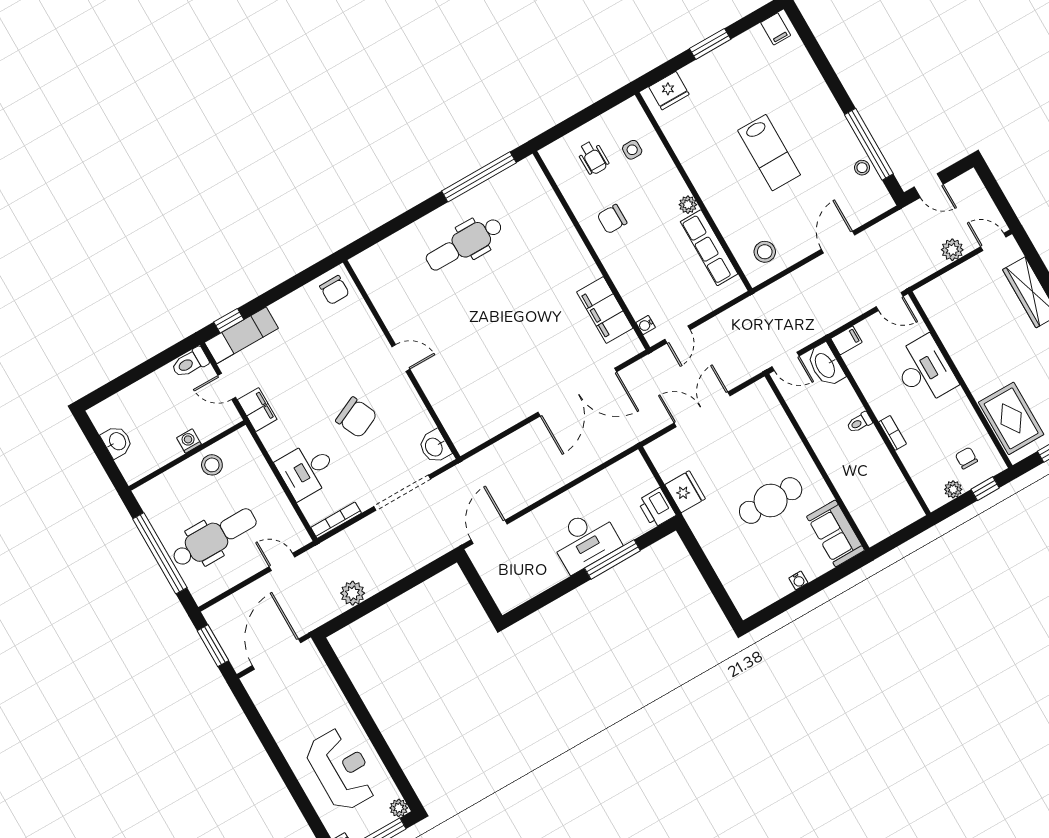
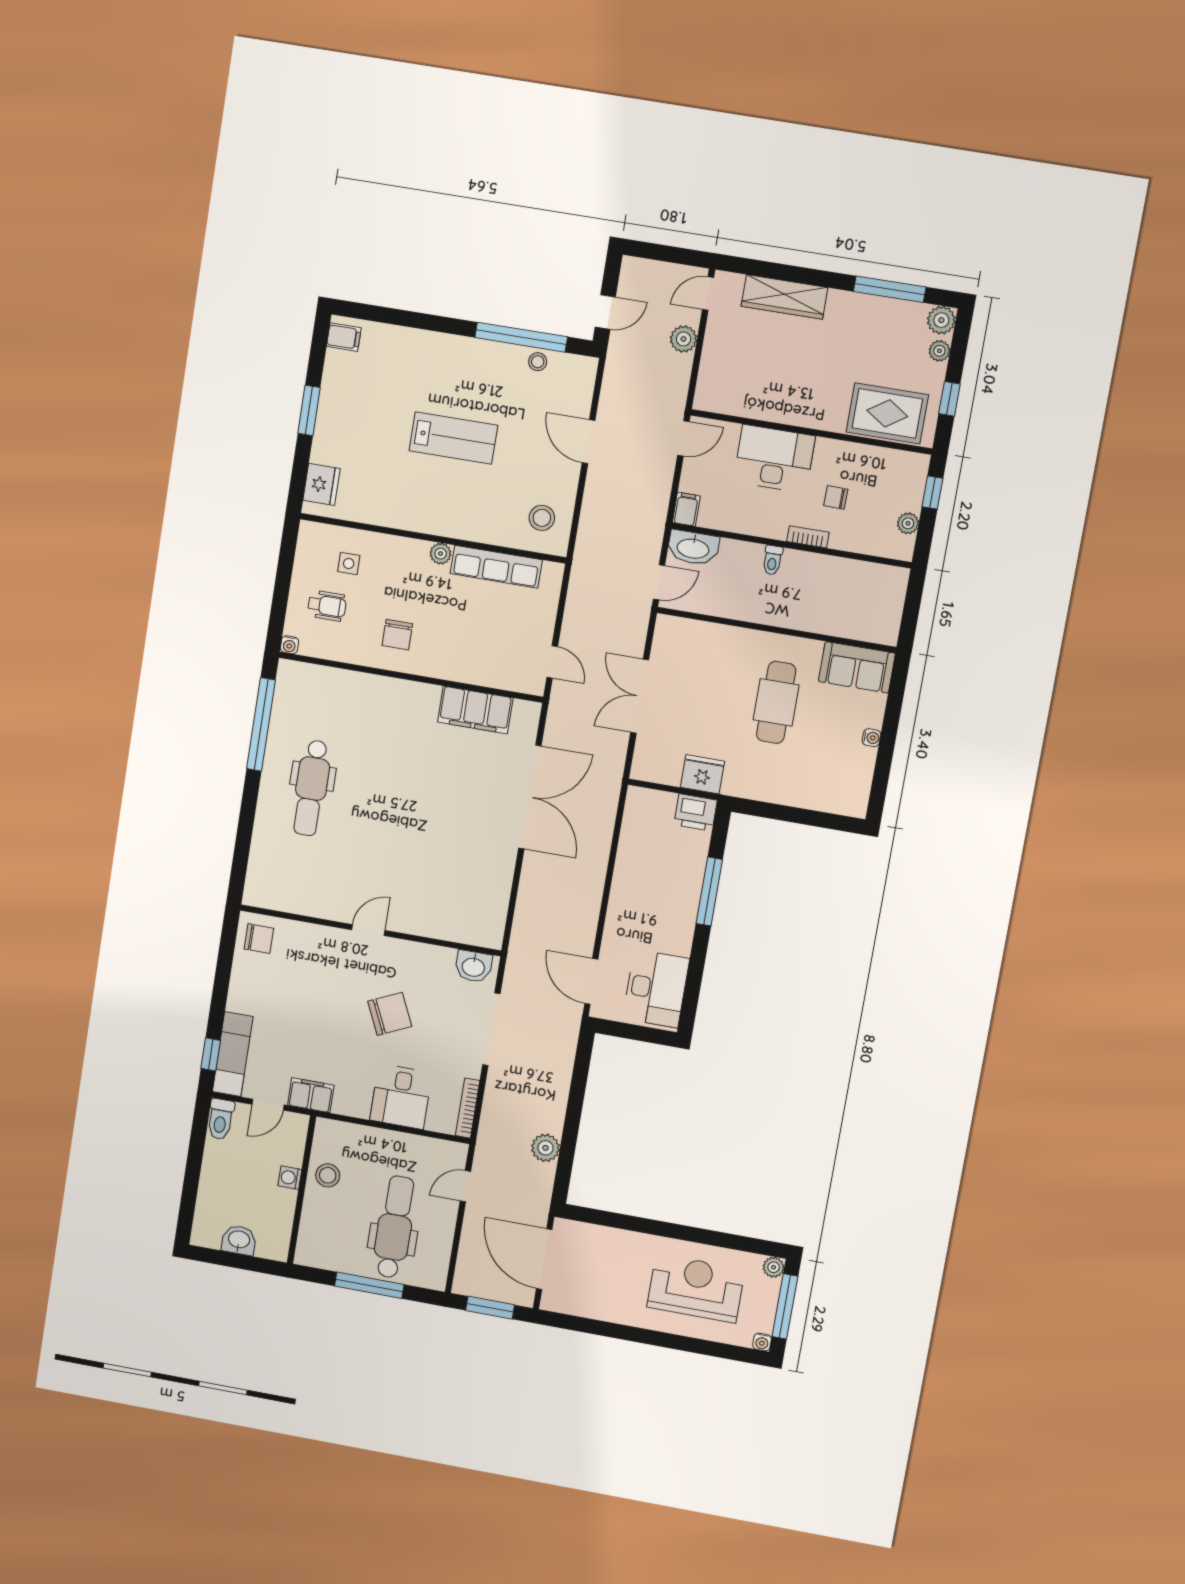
water cooler: (646, 325) -> (289, 645), moved
chair: (966, 458) -> (836, 497), moved
desk: (585, 540) -> (656, 989), moved
window: (160, 553) -> (369, 1285), width x0.68

